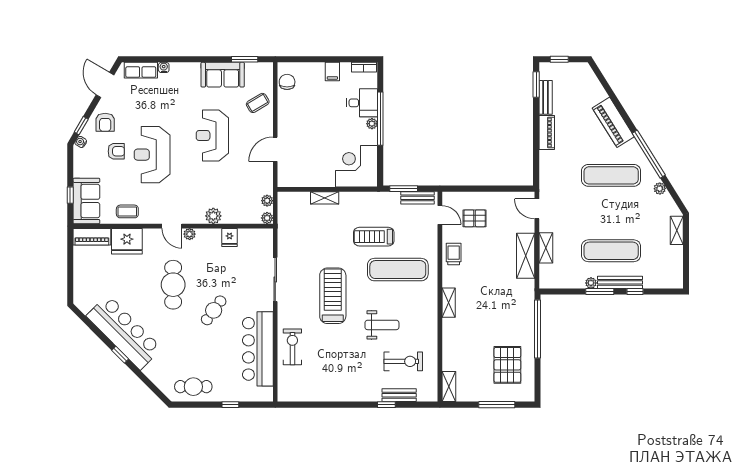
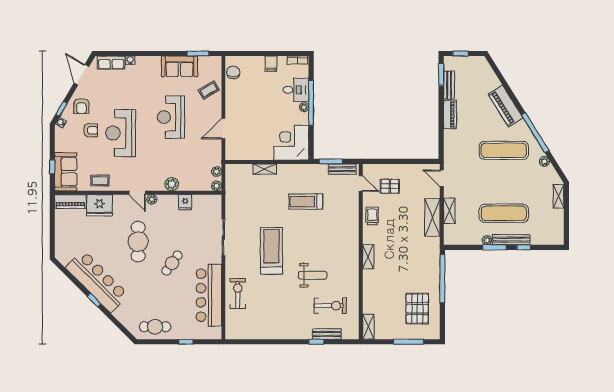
exercise mat: (398, 270) -> (326, 229), removed

